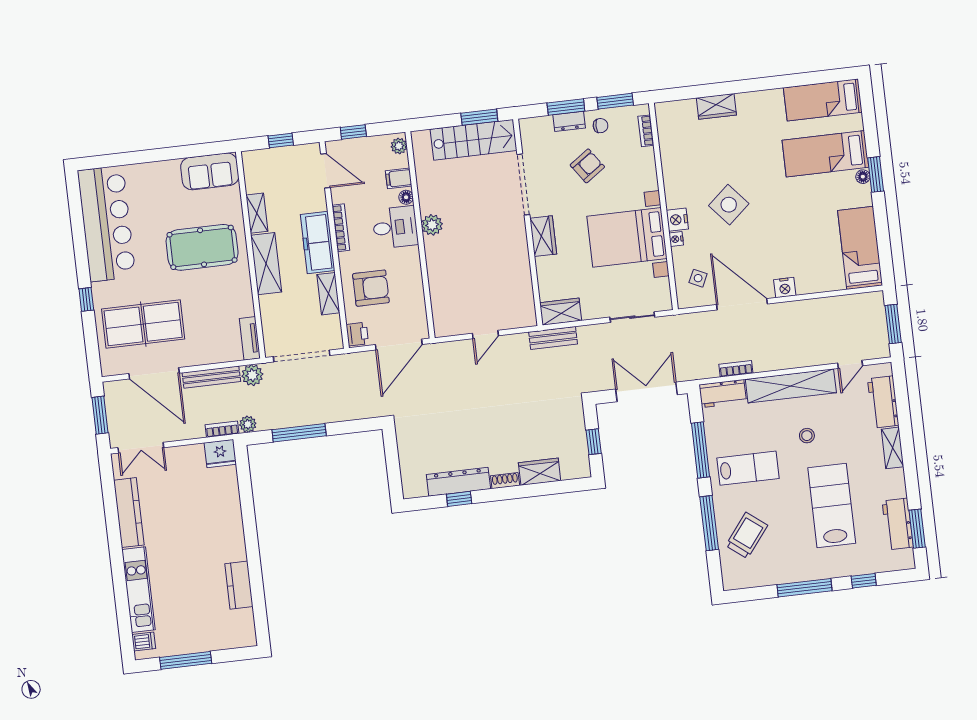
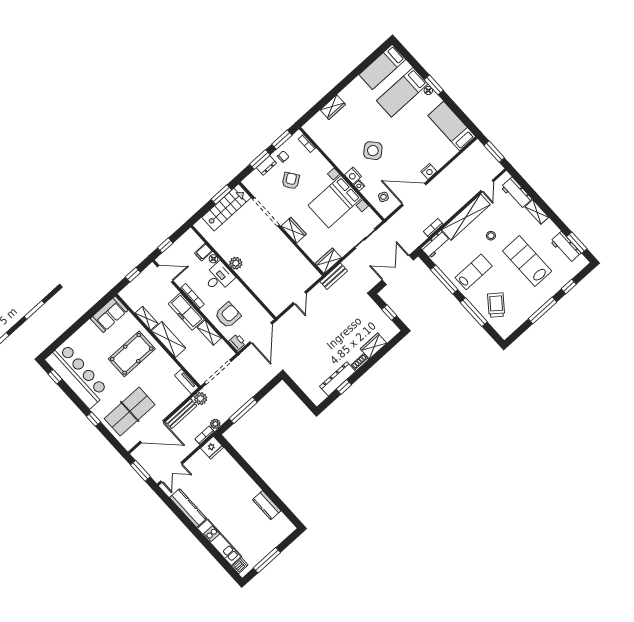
plant: (399, 146) -> (192, 236), removed
window: (75, 204) -> (55, 377), added

